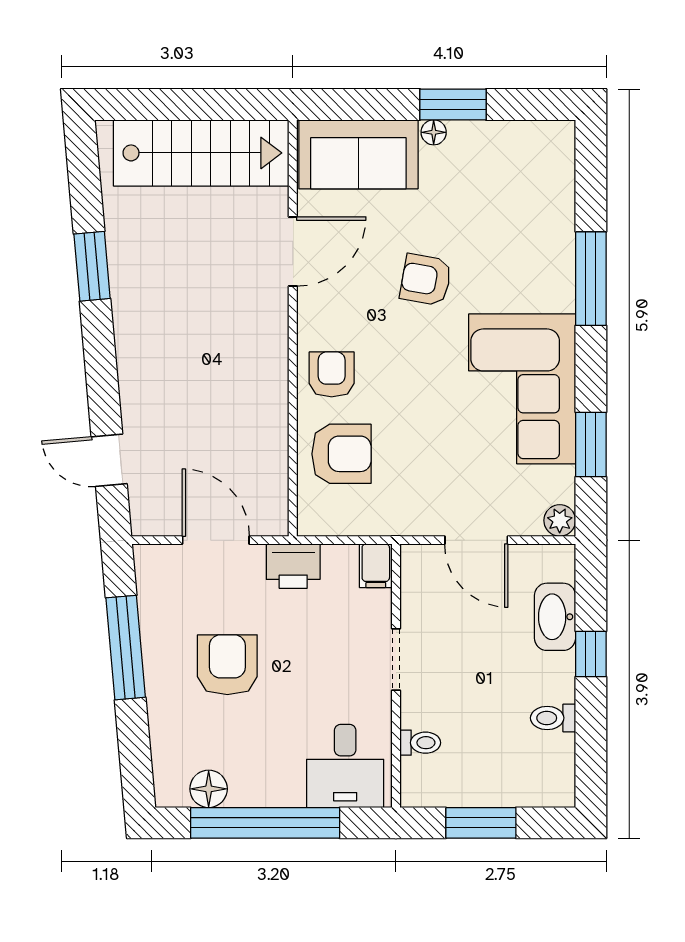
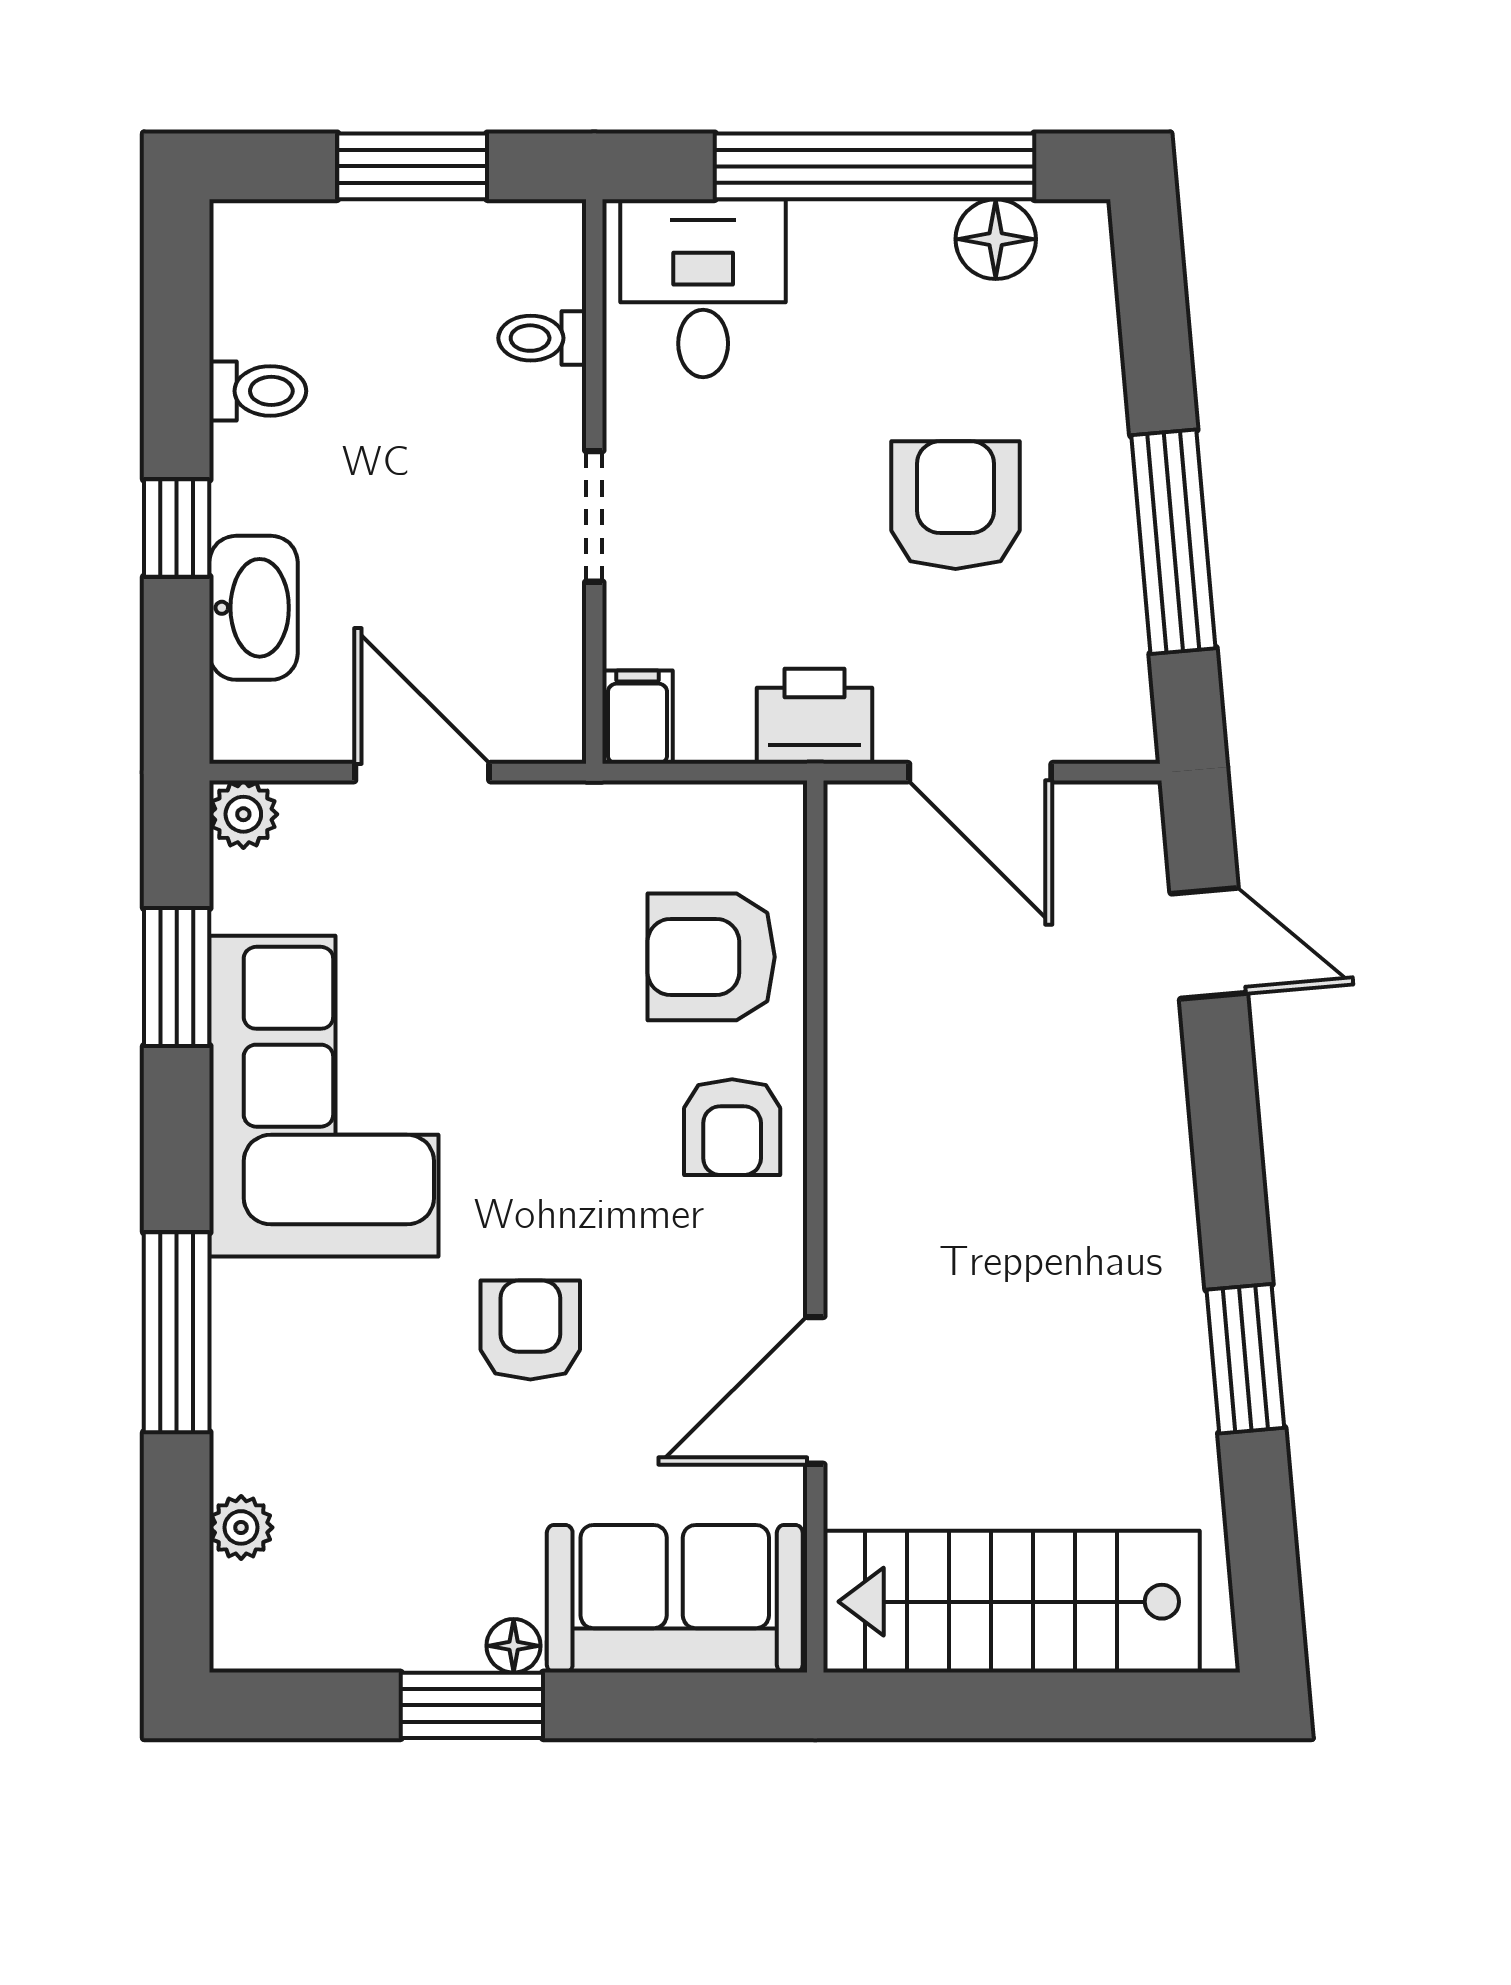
plant: (561, 188) -> (241, 1527), added
armchair: (426, 280) -> (530, 1330), turned -100
armchair: (227, 665) -> (956, 505), turned 180

